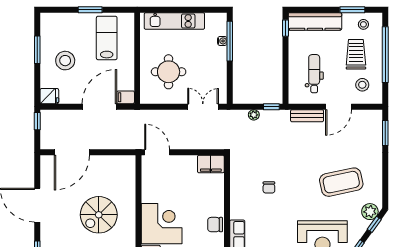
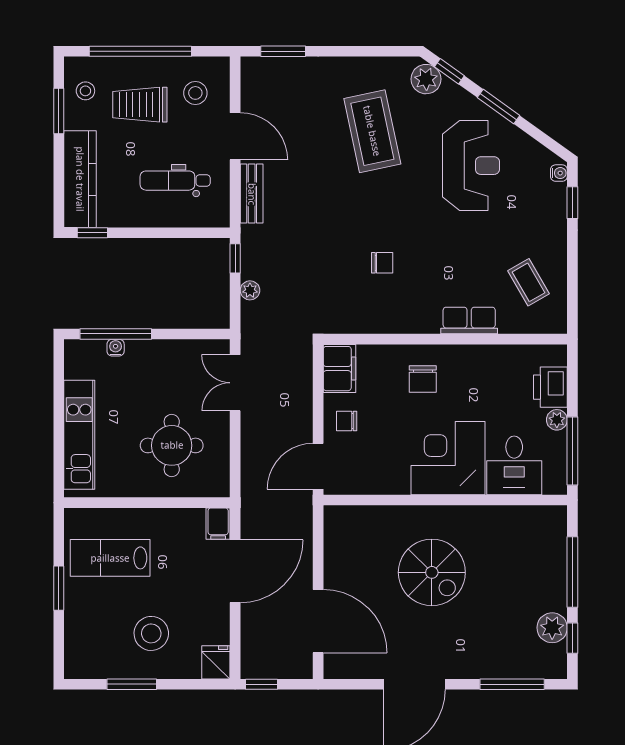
door: (99, 107) -> (235, 571), swing flipped
chair: (182, 168) -> (347, 421), added
chair: (215, 225) -> (423, 379), moved

